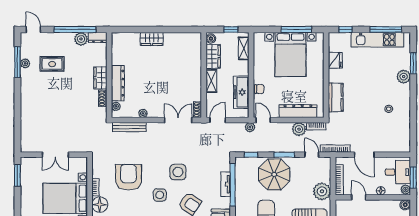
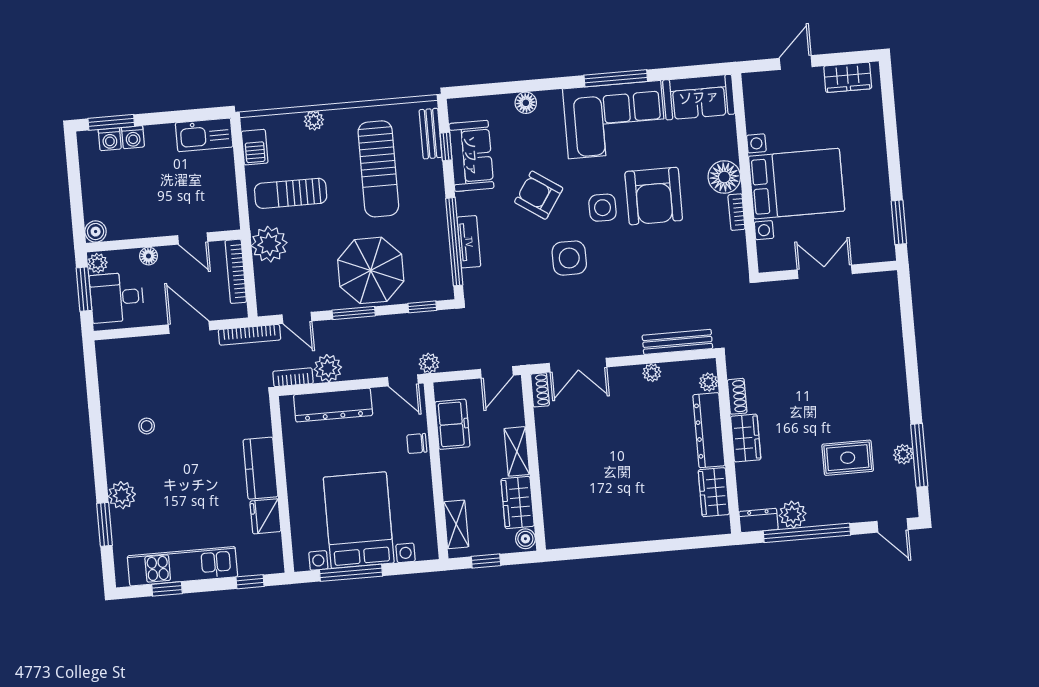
window: (386, 29) -> (167, 589), width x0.46
wardrobe: (152, 39) -> (714, 492), moved, turned -90
freezer: (241, 92) -> (452, 424), width x0.71
kitchen counter: (336, 97) -> (260, 468), moved
armchair: (128, 177) -> (654, 196), moved

